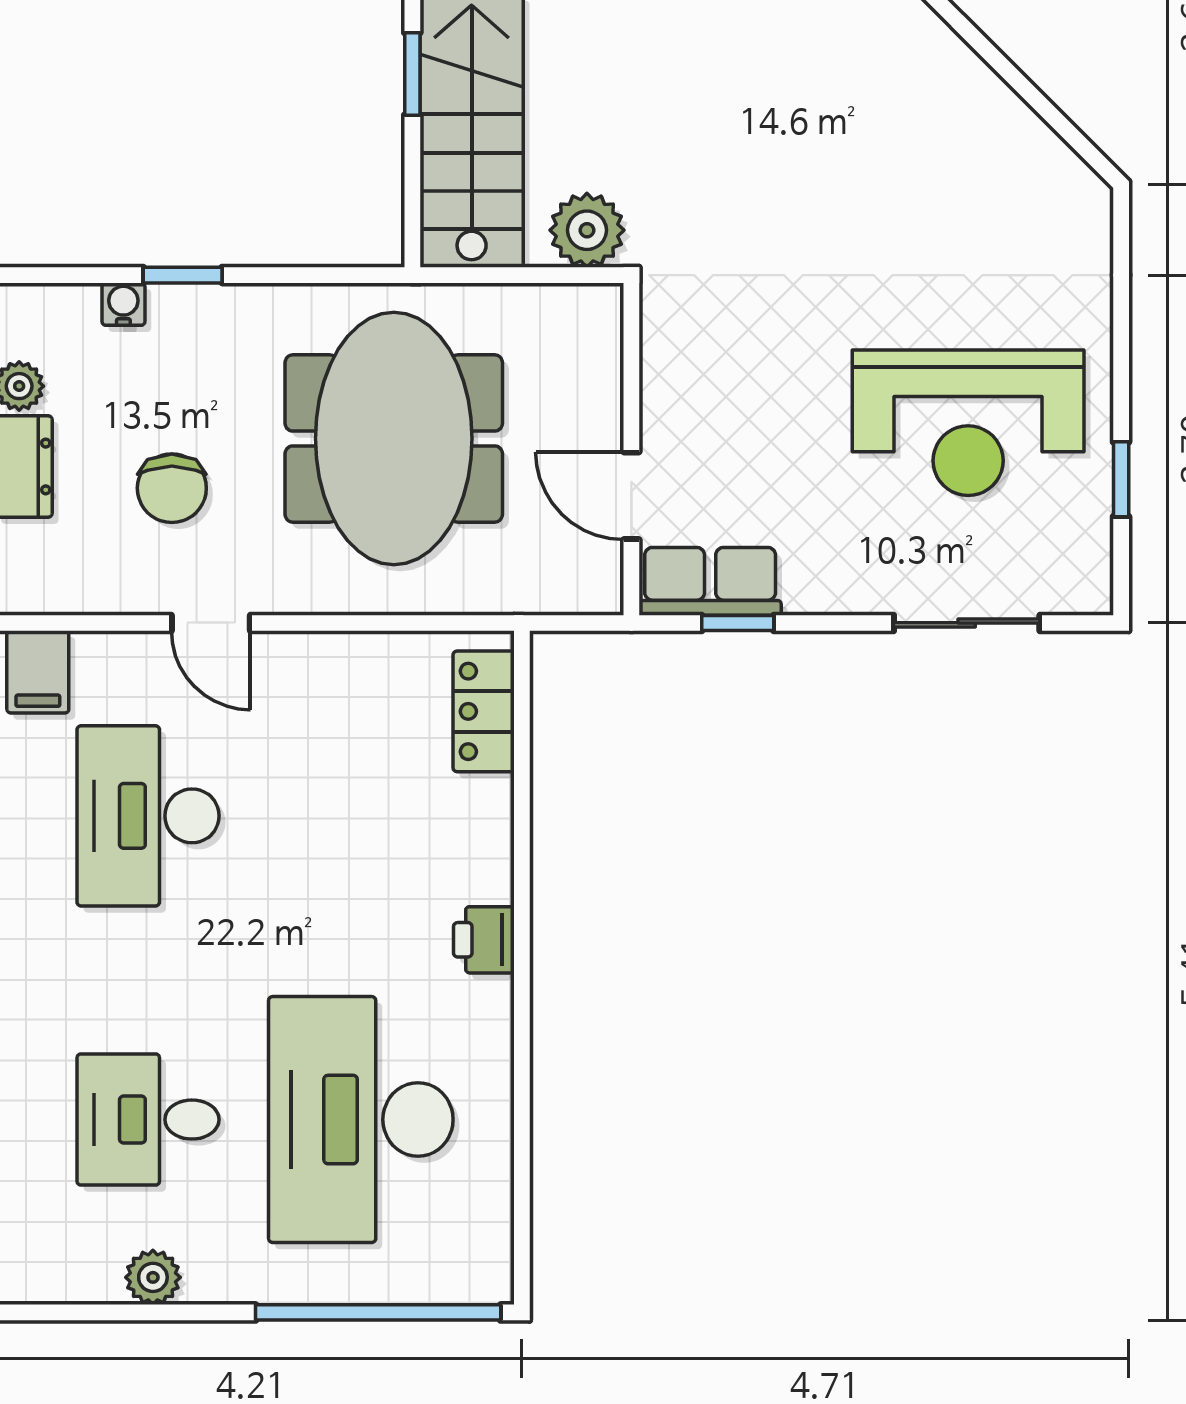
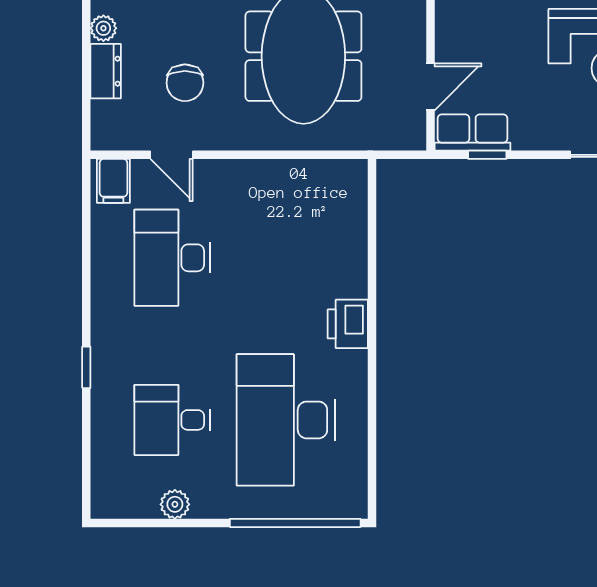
door: (631, 496) -> (430, 87), swing flipped
door: (211, 623) -> (172, 155), moved
locker: (484, 711) -> (351, 202), removed
printer: (484, 940) -> (348, 324), width x1.36, depth x1.24

